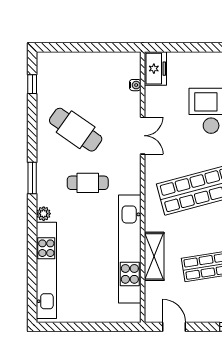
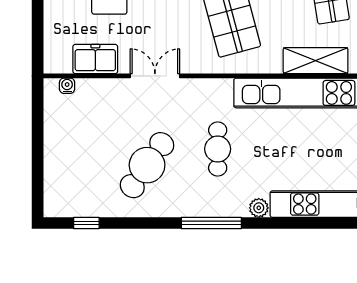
freezer: (155, 69) -> (95, 59), moved
water cooler: (135, 85) -> (67, 86), moved
window: (32, 178) -> (211, 223), width x1.44

